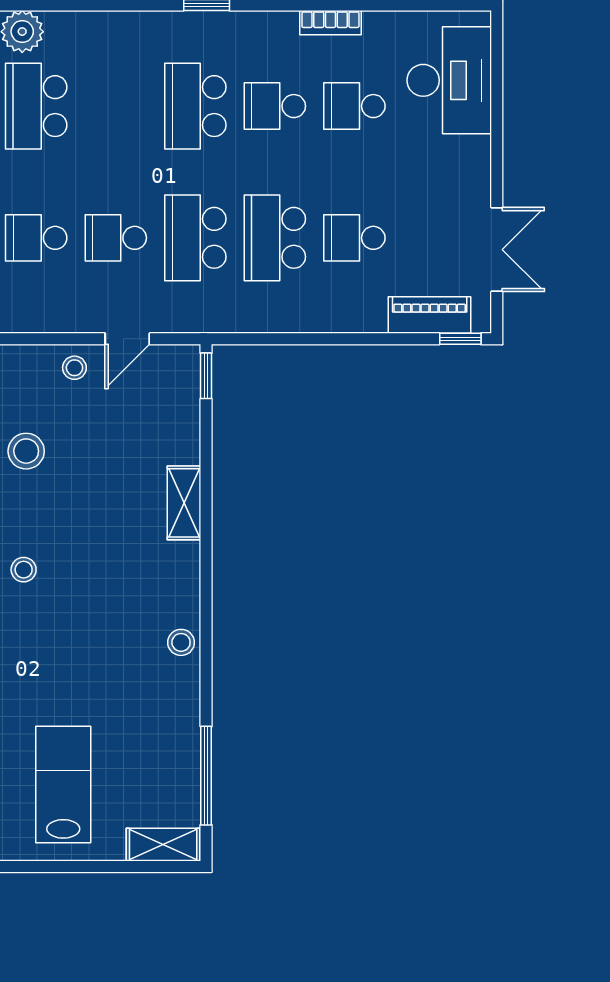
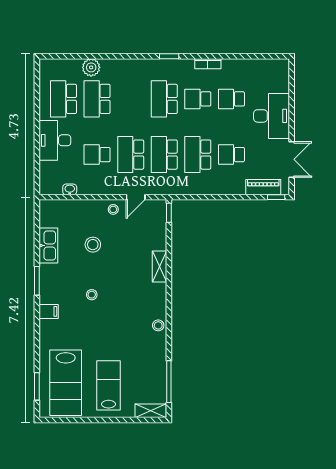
bookcase: (330, 23) -> (208, 64), moved
desk: (449, 80) -> (272, 116), moved
school desk: (116, 238) -> (131, 155), width x1.85

